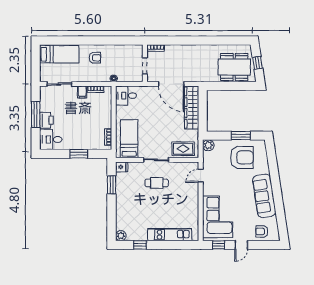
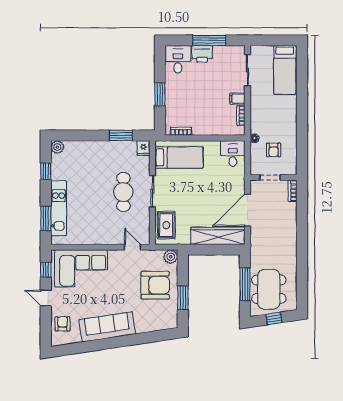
armchair: (95, 58) -> (274, 150), moved
window: (230, 86) -> (245, 284), added
armchair: (242, 157) -> (155, 285), moved, turned -90
cafe table: (157, 183) -> (123, 192), width x1.37, depth x1.35
window: (178, 245) -> (46, 218), added

